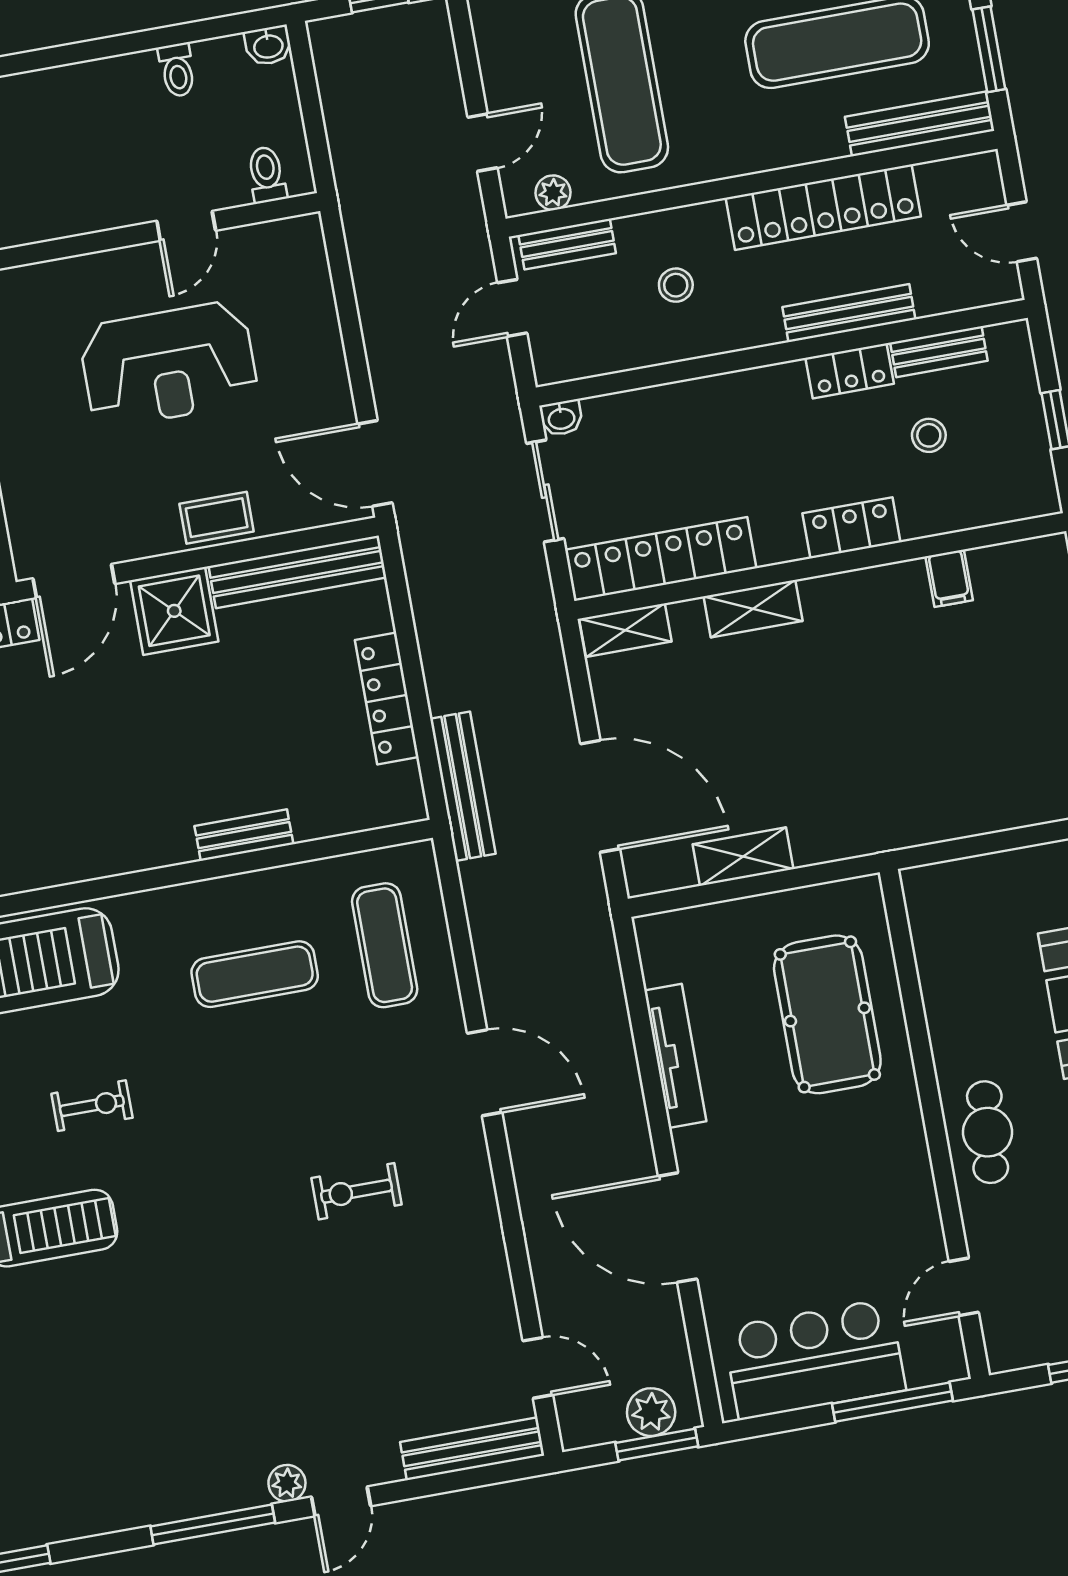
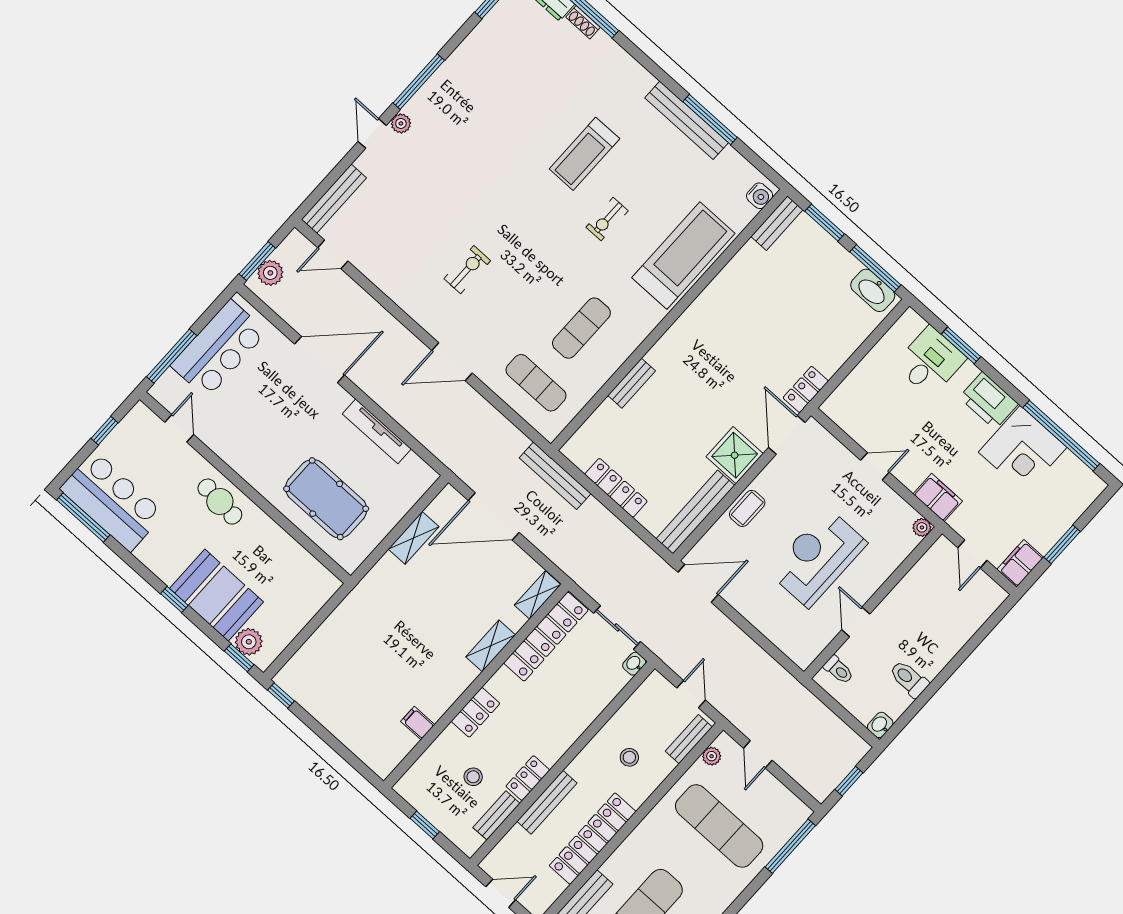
toilet: (177, 70) -> (909, 679), width x1.37, depth x1.39

